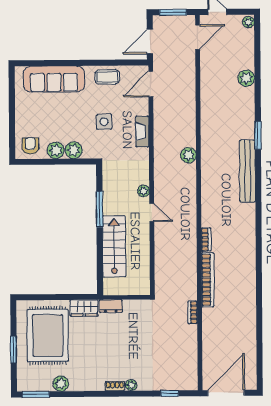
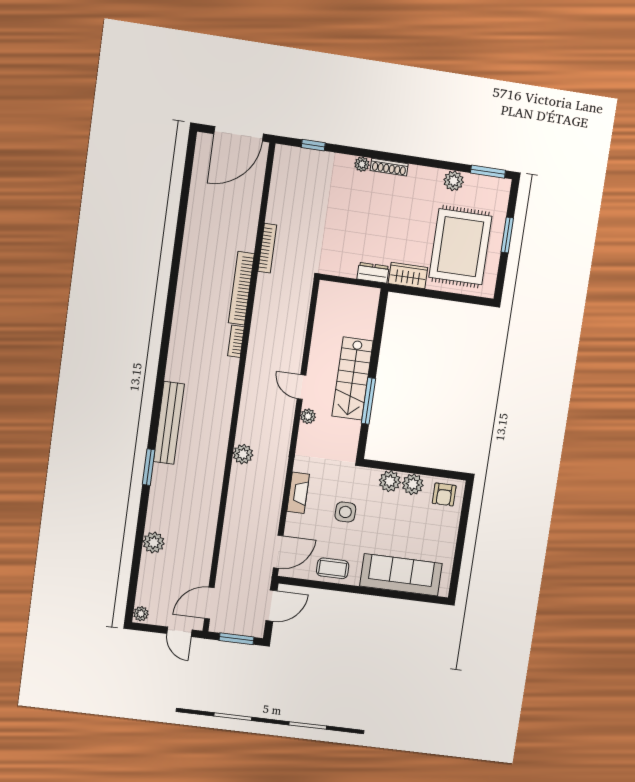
stairs: (114, 246) -> (353, 379), moved
bookcase: (193, 312) -> (267, 248), width x1.56
shoe rack: (115, 386) -> (389, 167), width x1.43

